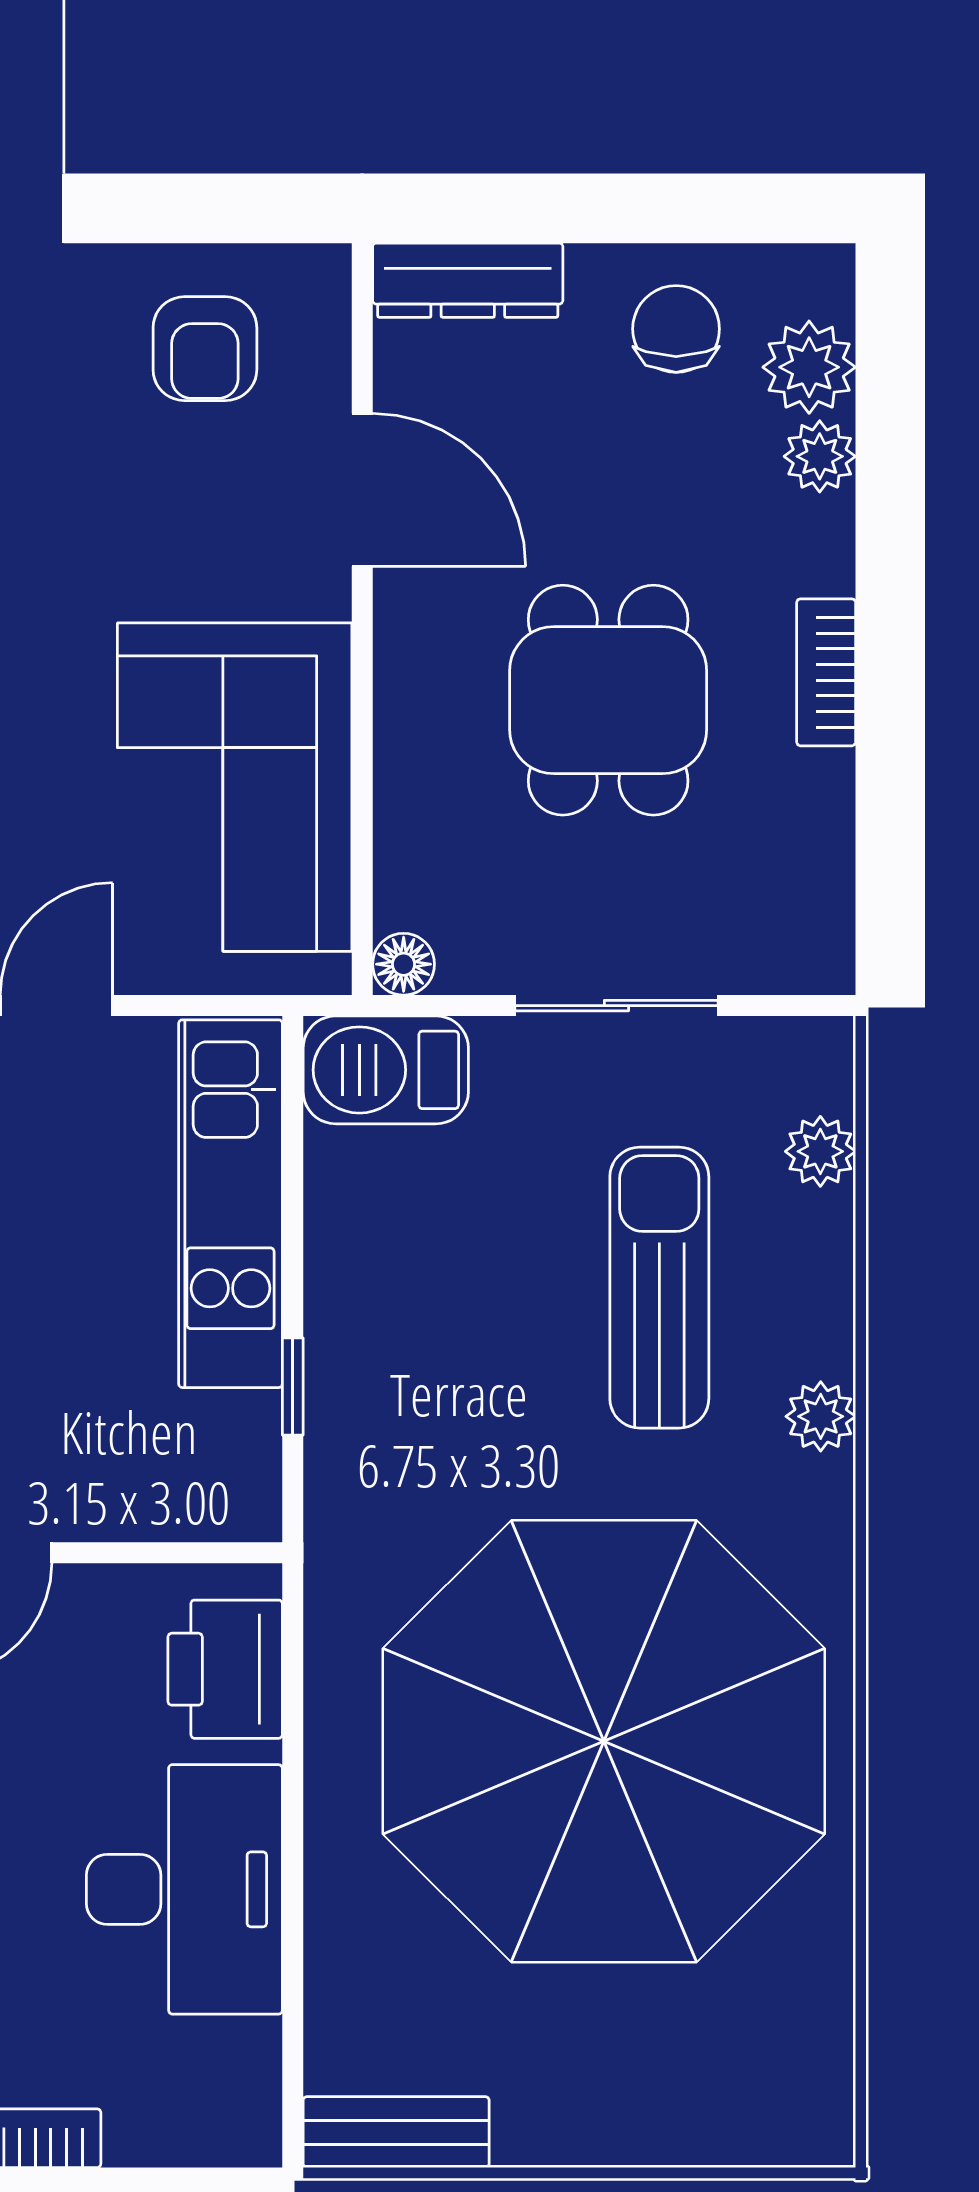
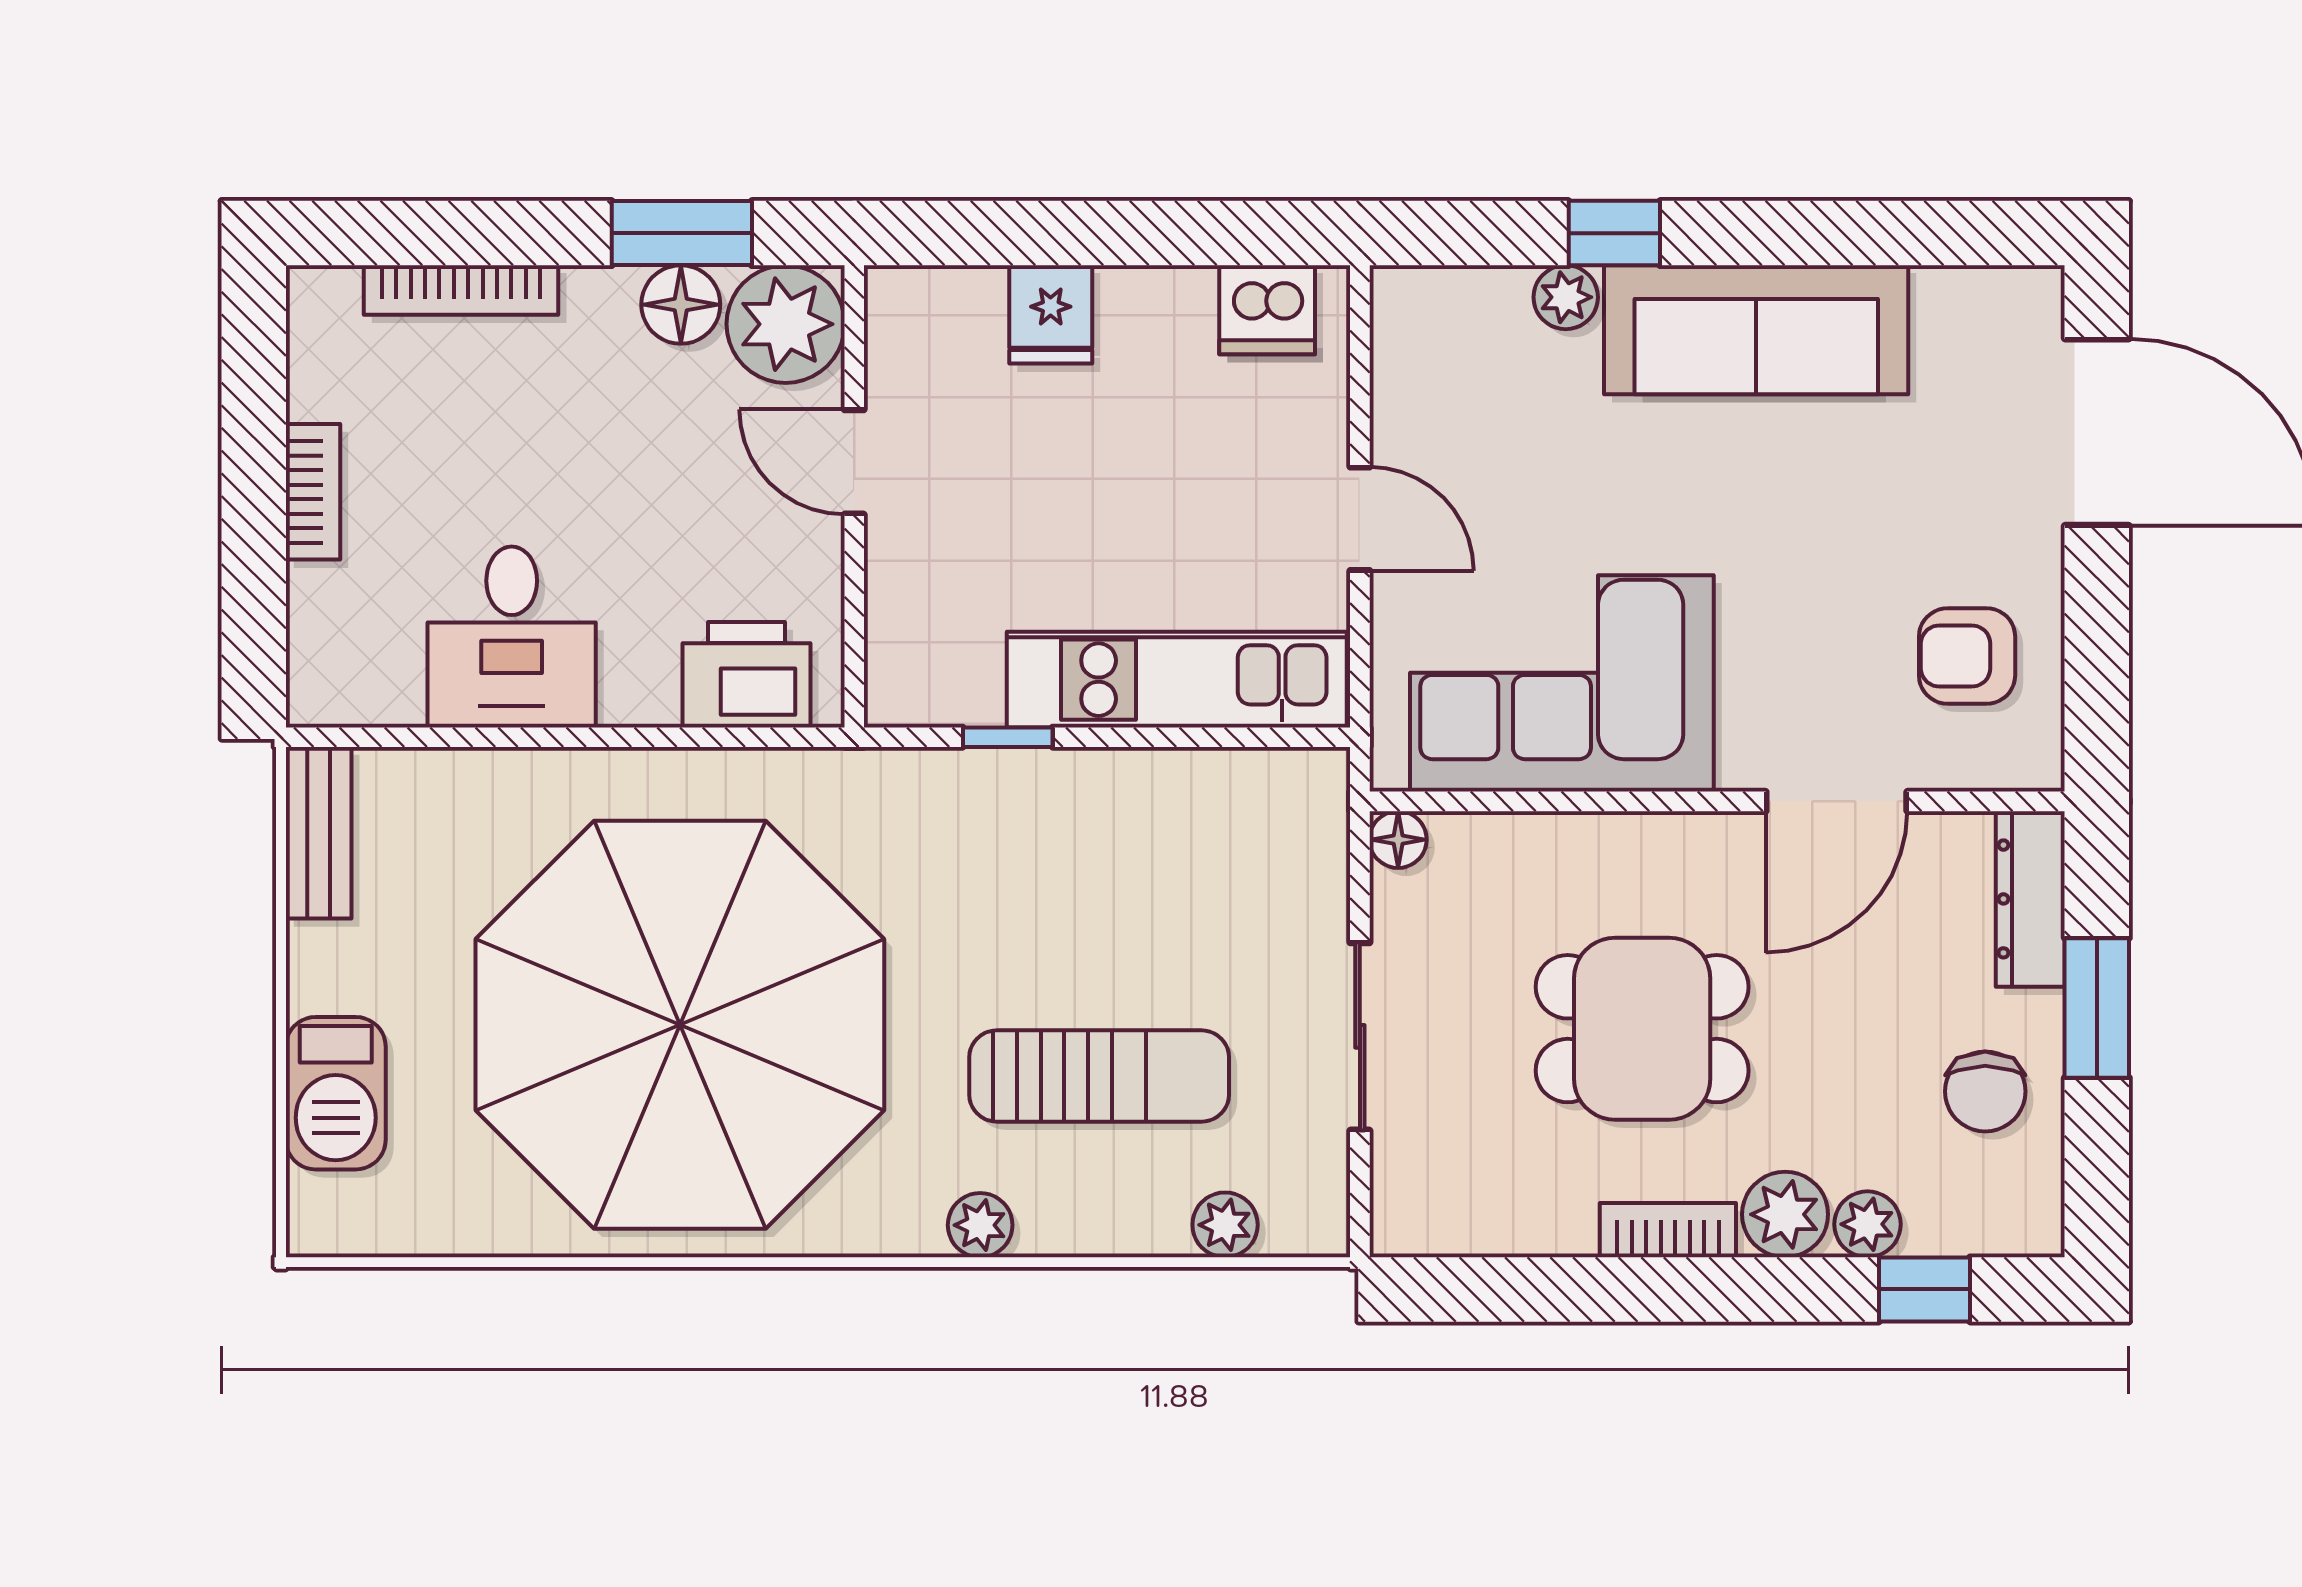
window: (586, 208) -> (2097, 1008), added
chair: (676, 329) -> (1985, 1091), turned 90
plant: (809, 367) -> (1785, 1214), moved
window: (890, 395) -> (1924, 1289), added
barbecue: (386, 1070) -> (336, 1093), moved, turned 180
desk: (184, 1889) -> (512, 637), width x0.73

